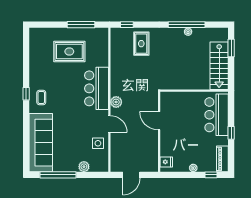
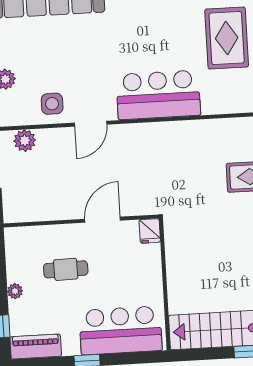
plant: (116, 102) -> (25, 141), moved
cafe table: (184, 141) -> (66, 269), added
fridge: (166, 162) -> (150, 231), moved

